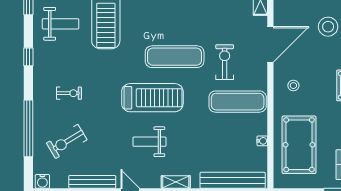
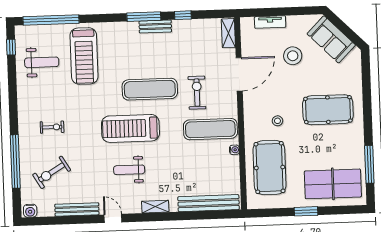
window: (28, 57) -> (13, 94), removed
stool: (293, 86) -> (277, 121), moved
treadmill: (152, 98) -> (130, 128), turned 180
water cooler: (262, 141) -> (234, 150), moved

